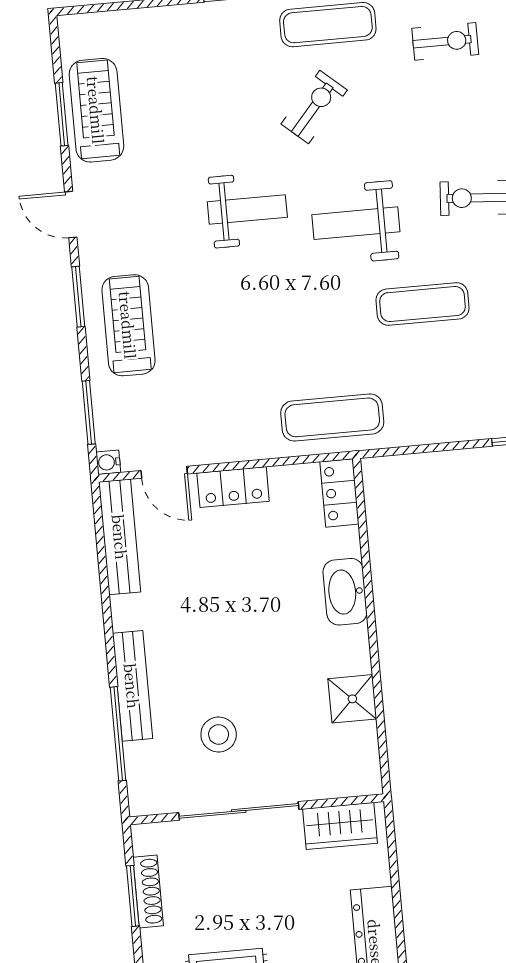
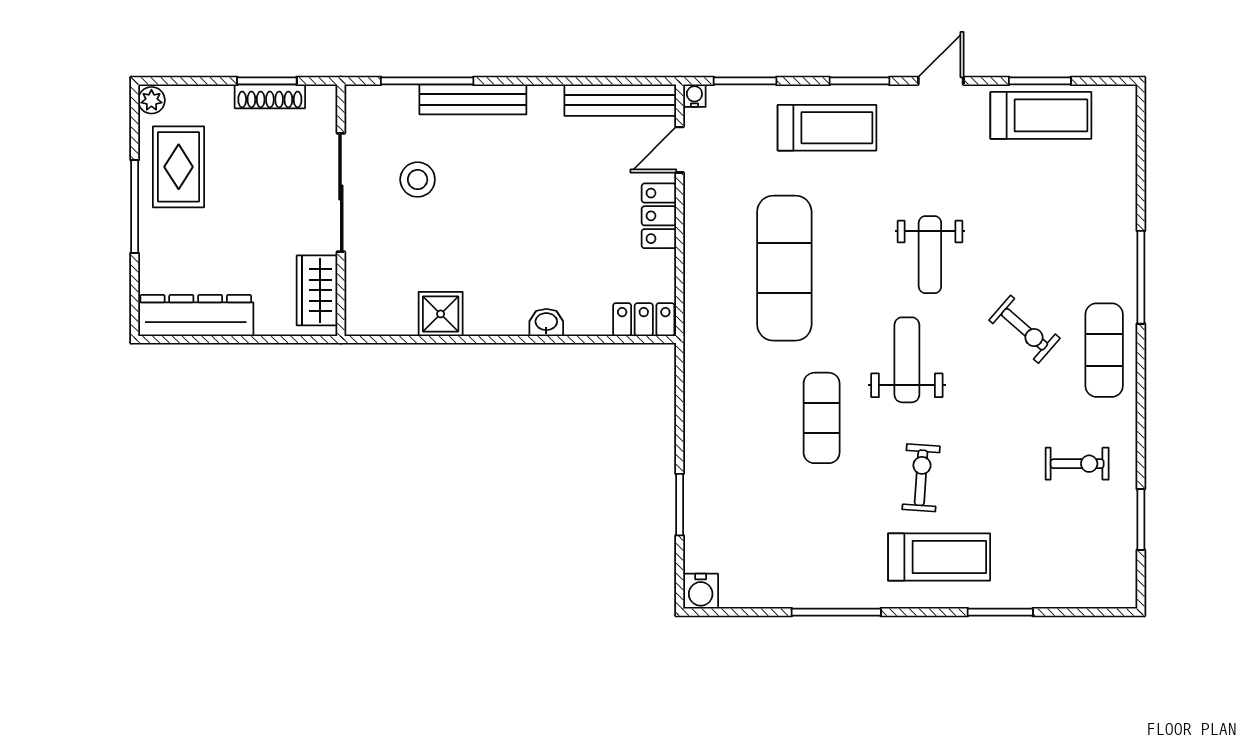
exercise bike: (445, 41) -> (1077, 464), turned -90
exercise mat: (332, 417) -> (784, 268), moved, width x1.36, depth x1.45
washbasin: (345, 592) -> (546, 322), width x0.52, depth x0.69

